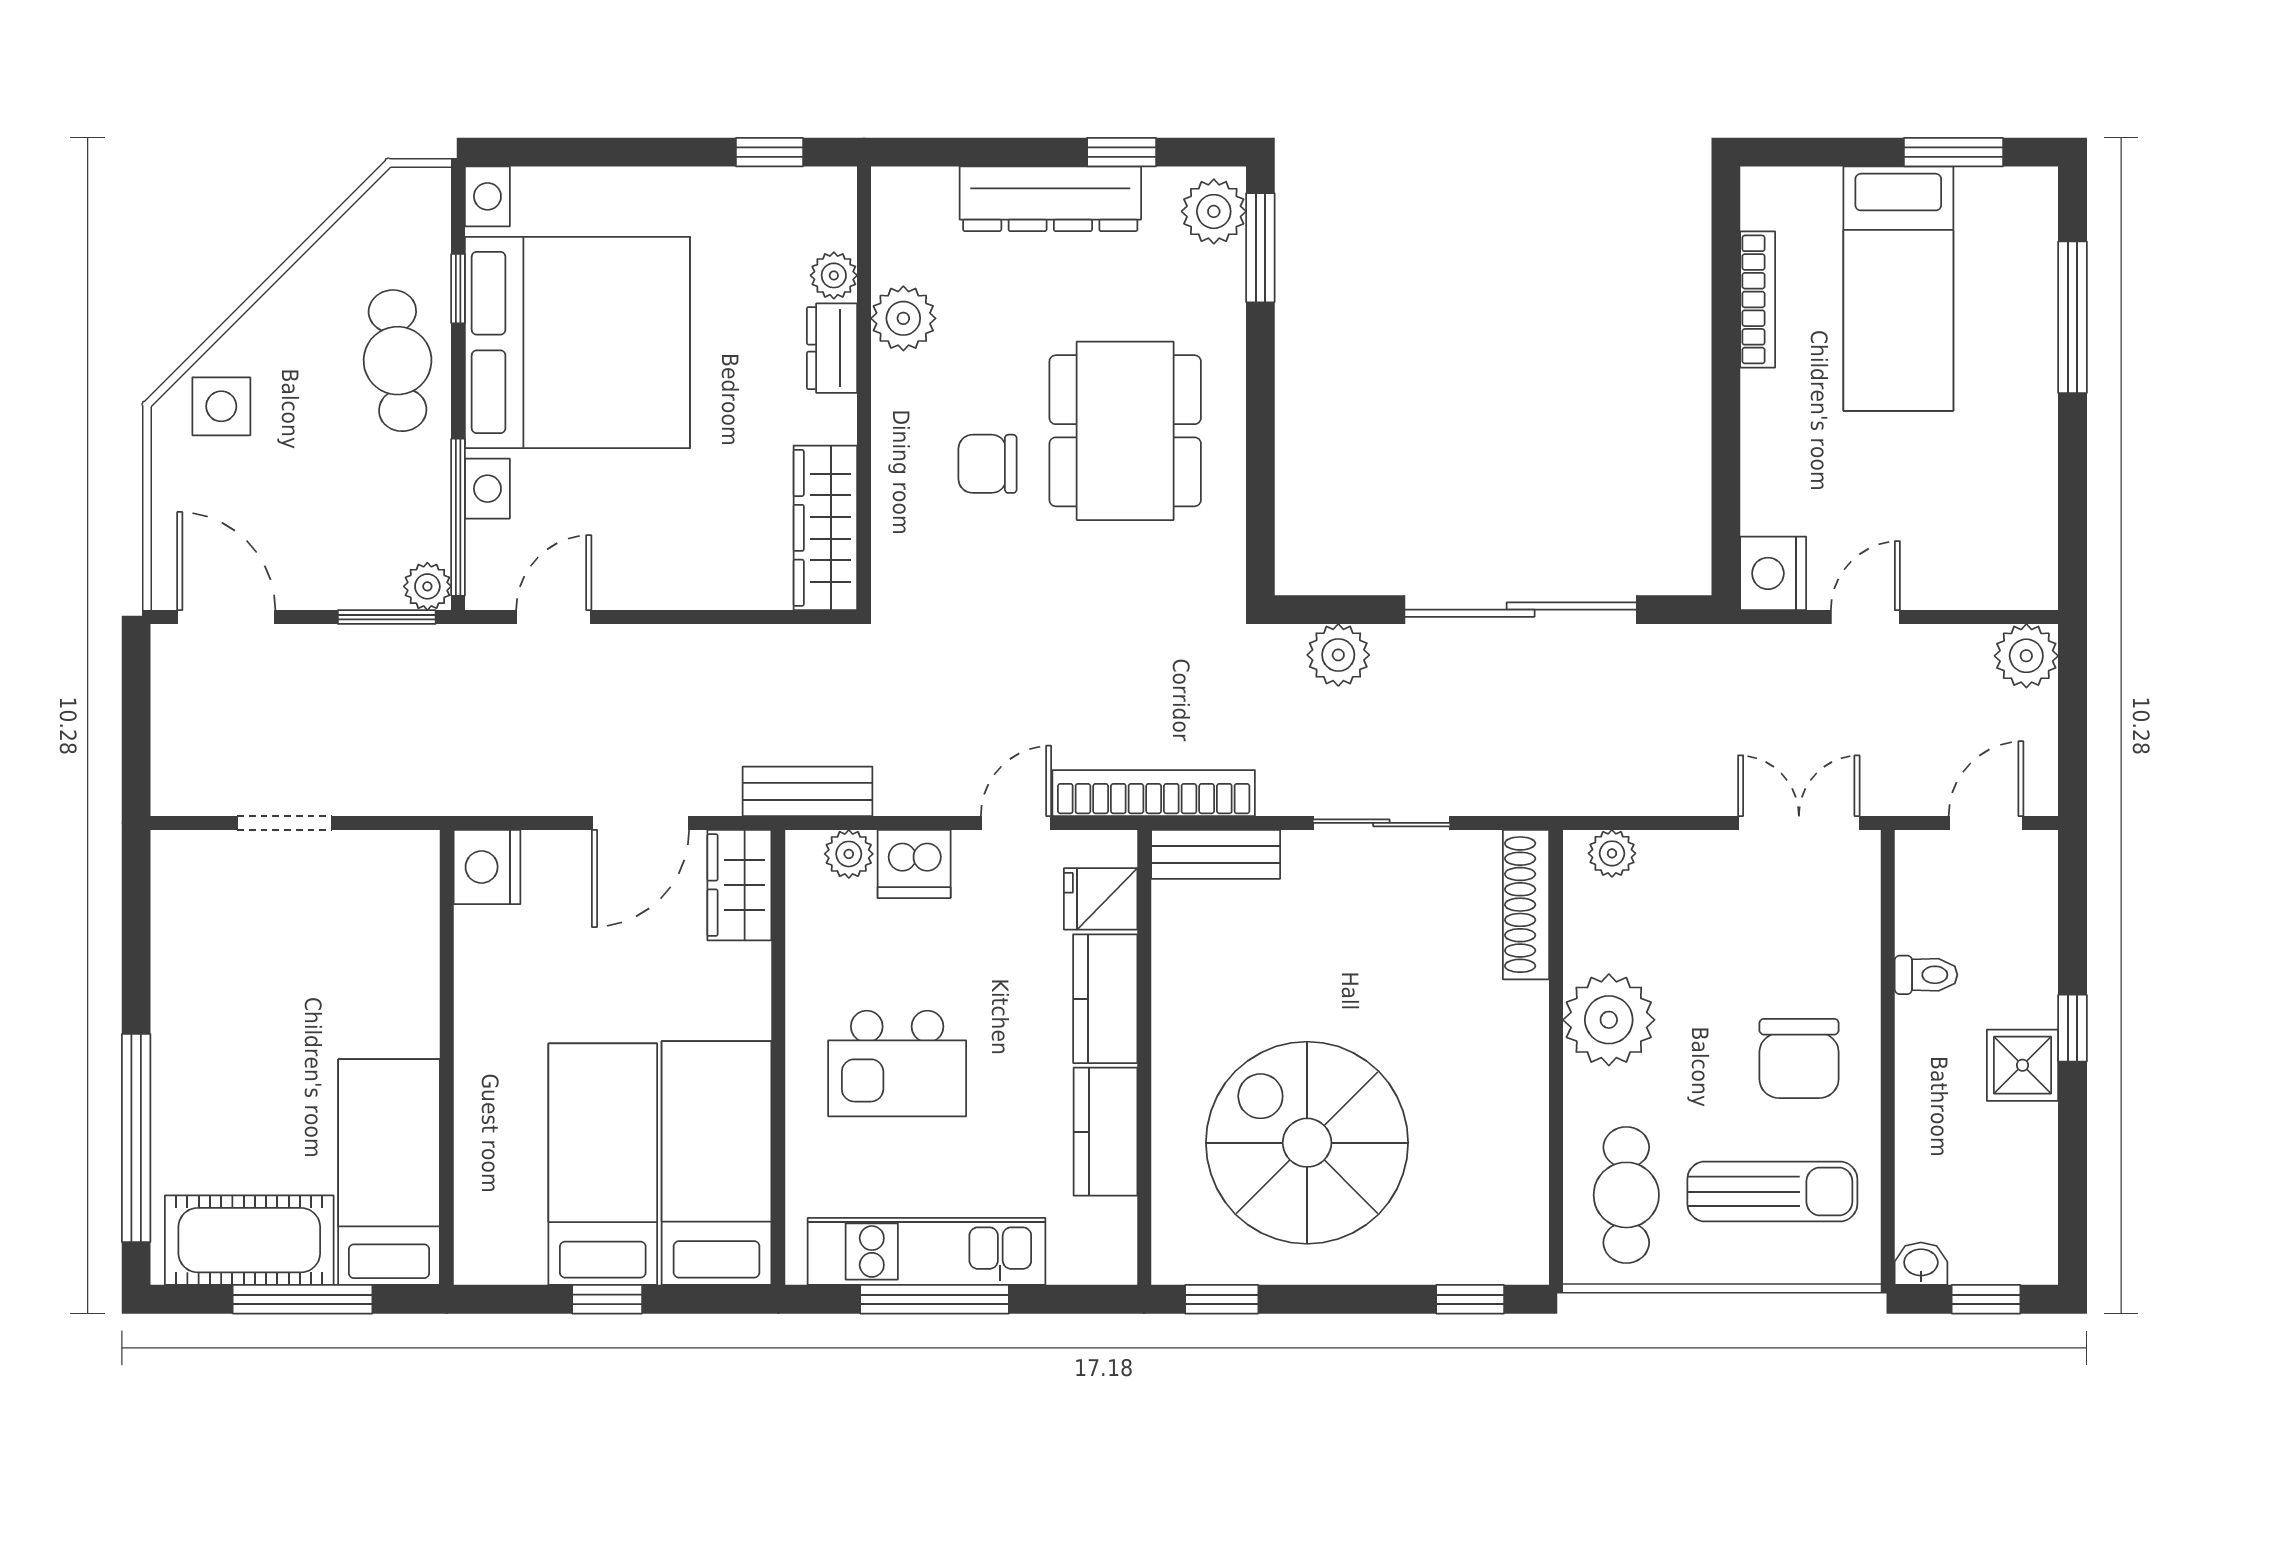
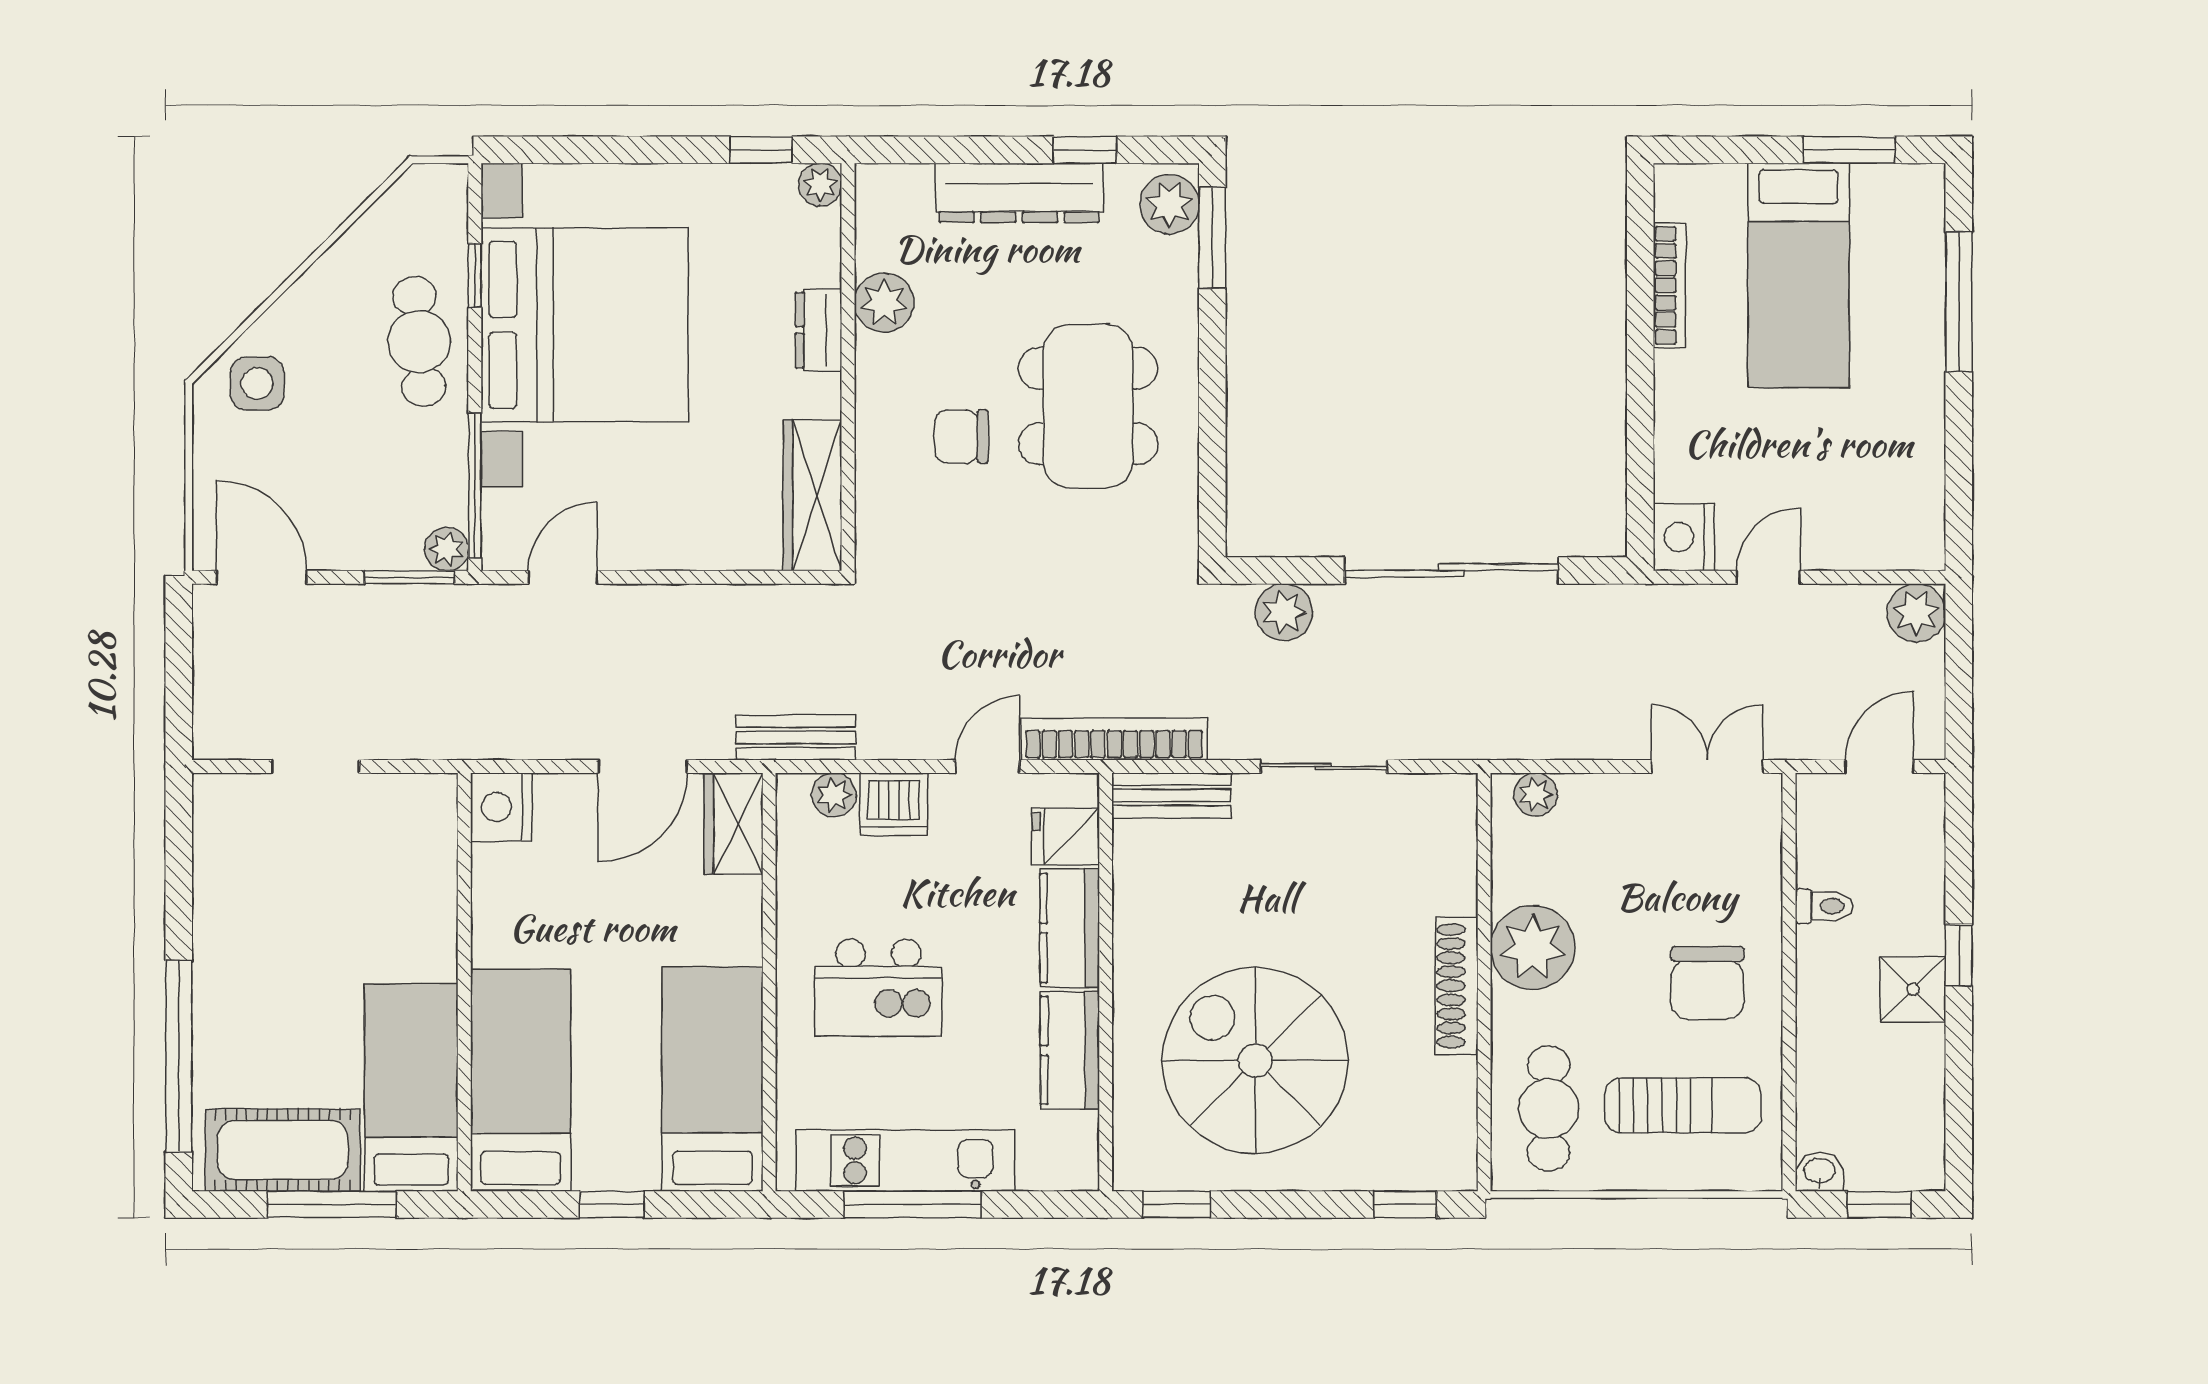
plant: (834, 275) -> (820, 185), moved
shoe rack: (1526, 905) -> (1457, 986), moved
bed: (603, 1164) -> (521, 1080), moved

